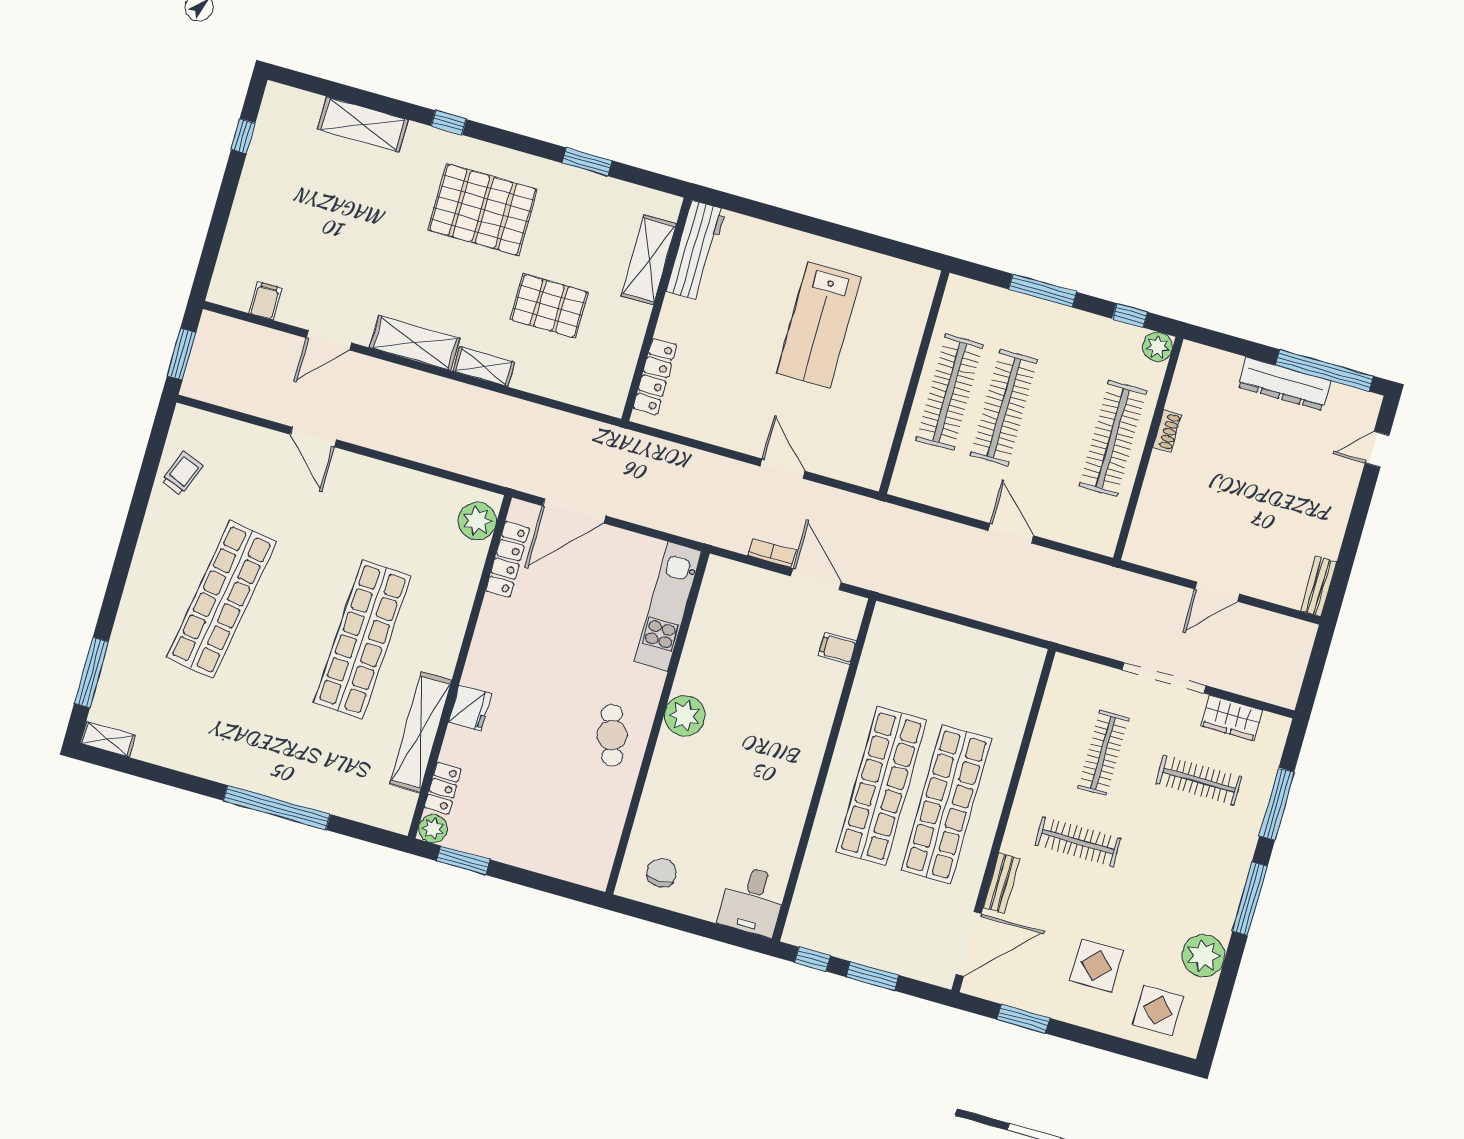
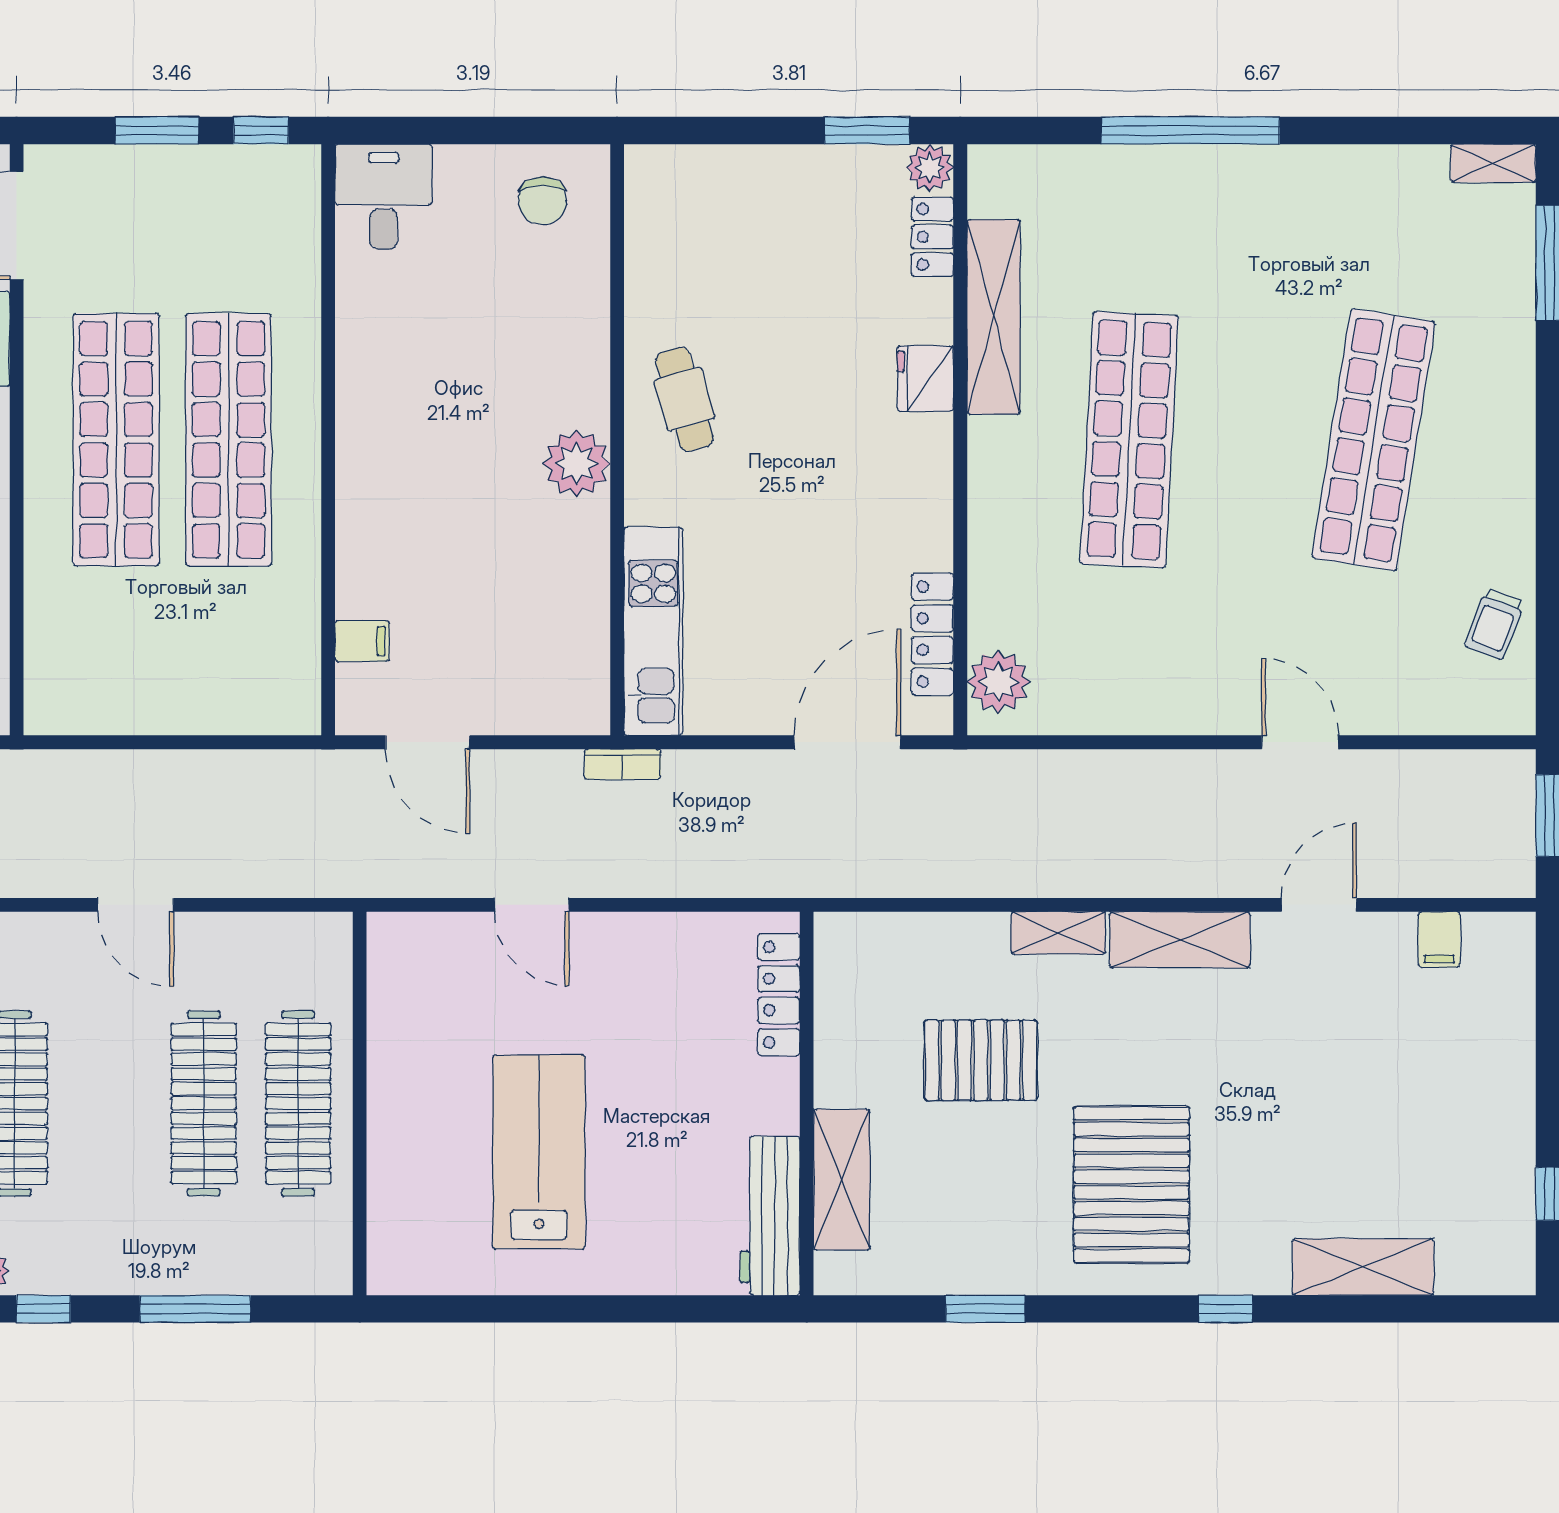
pallet: (483, 210) -> (1131, 1185), turned 90
bookcase: (772, 553) -> (623, 764), moved

